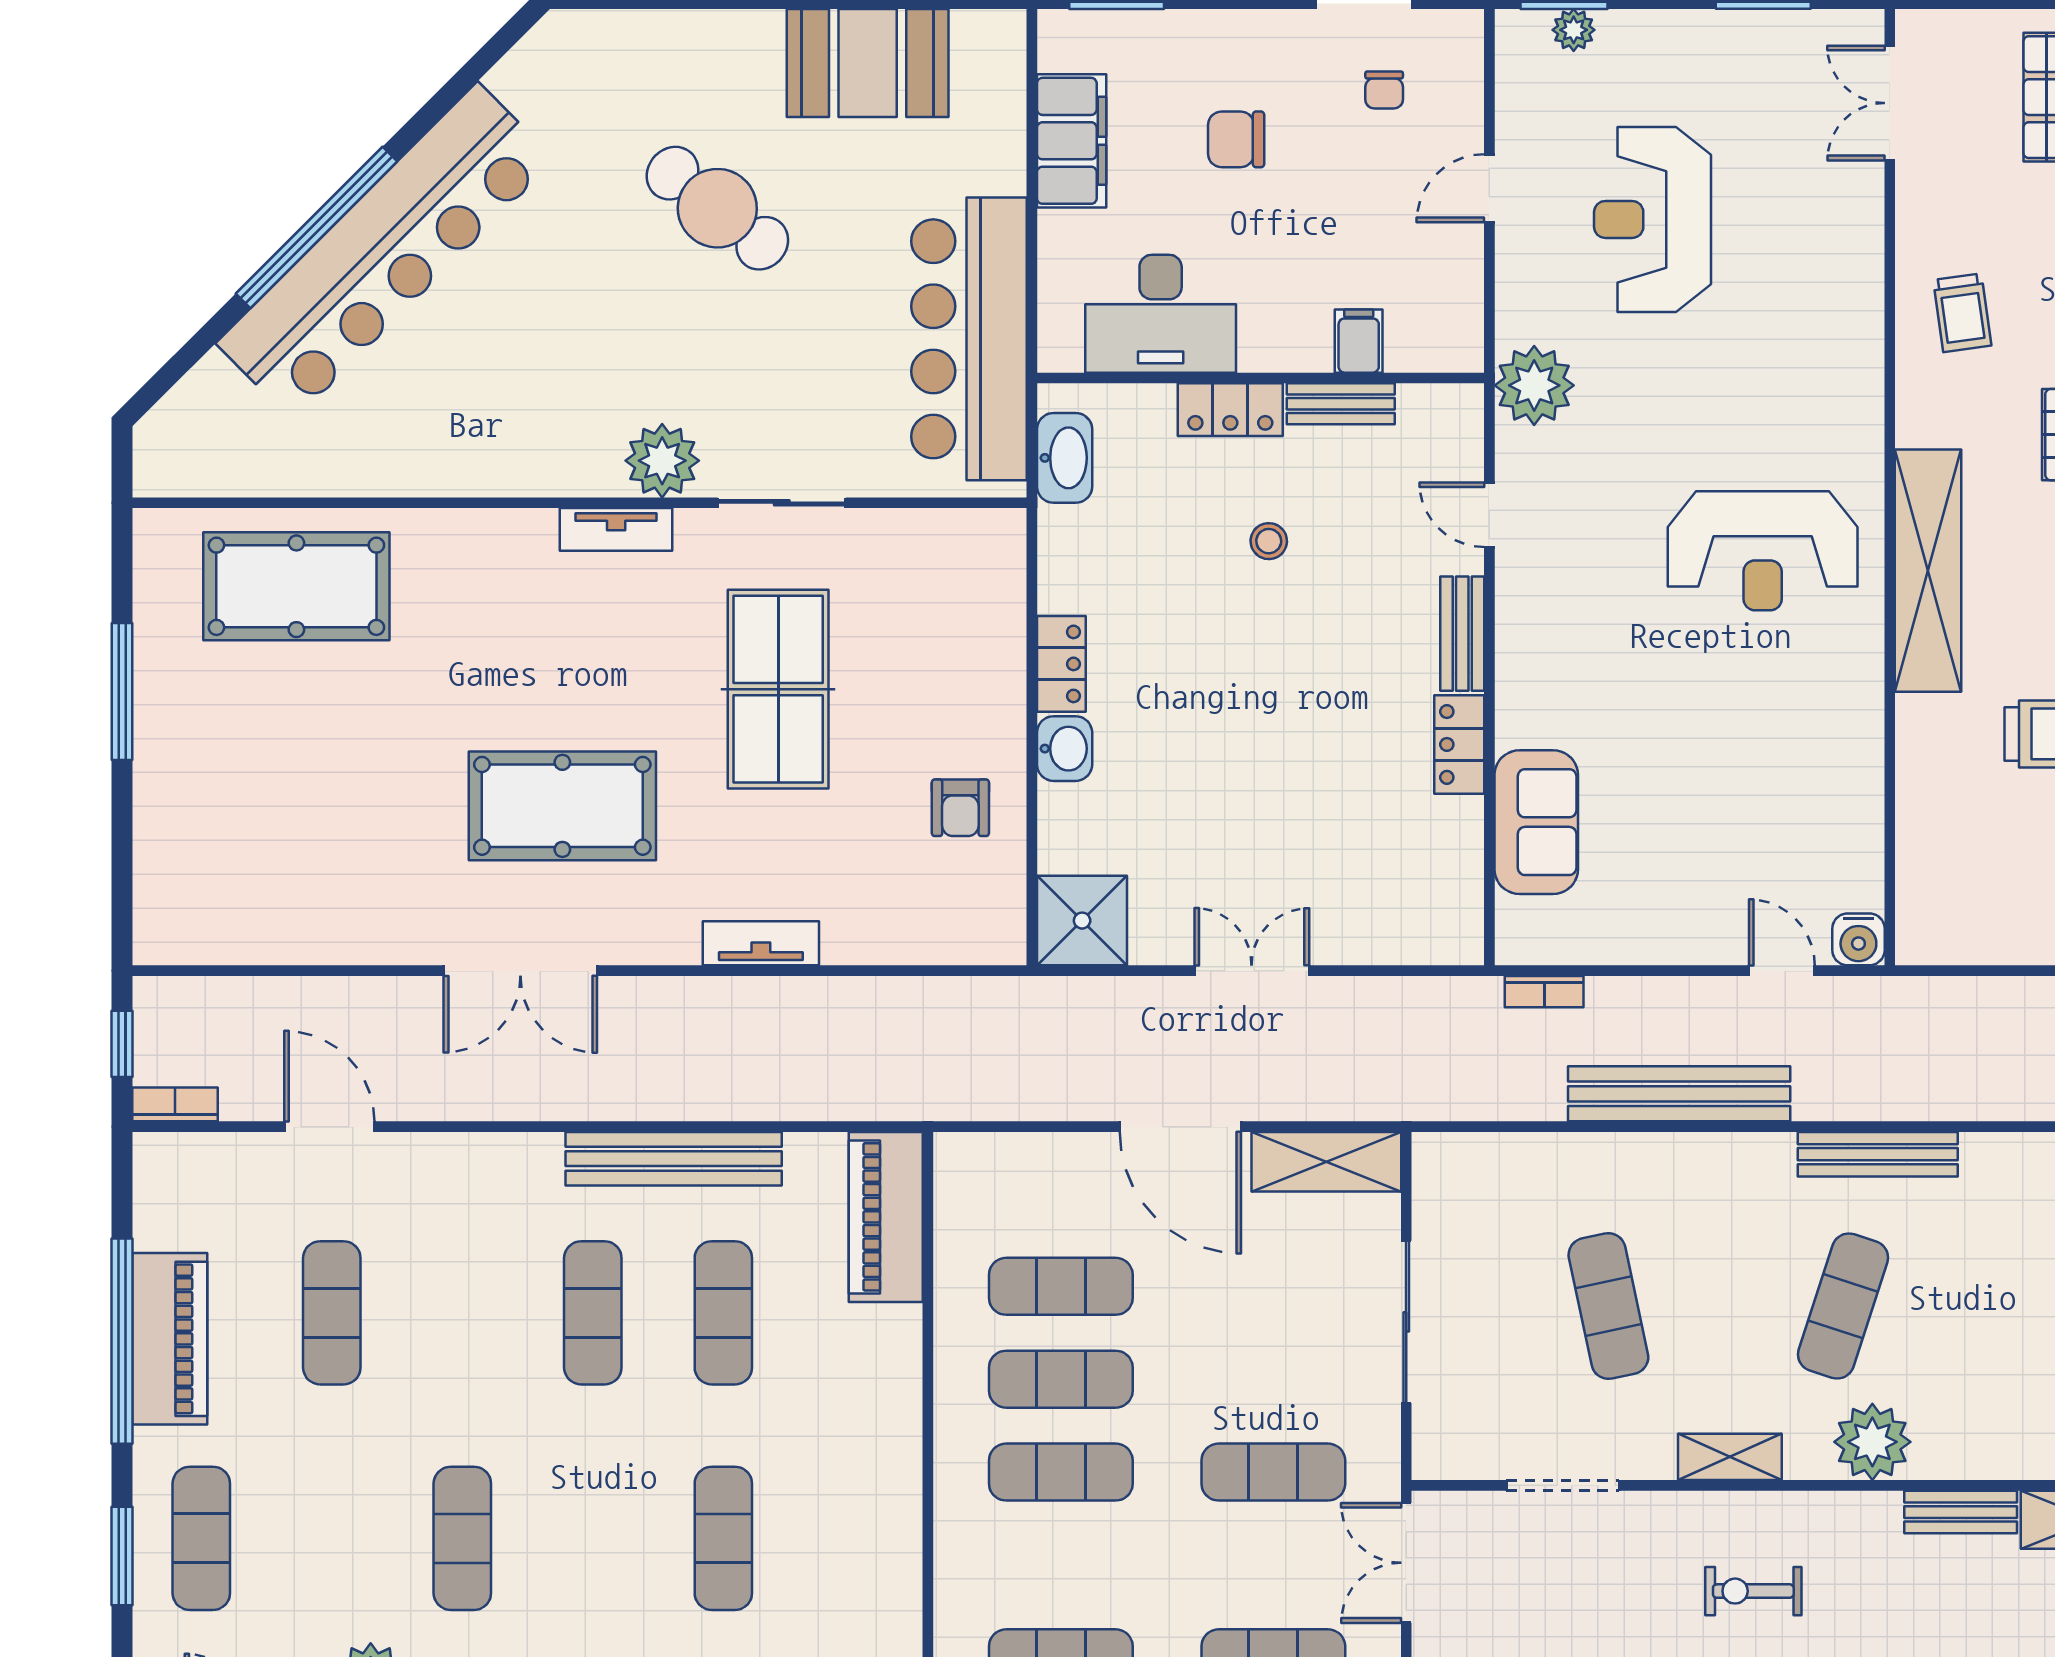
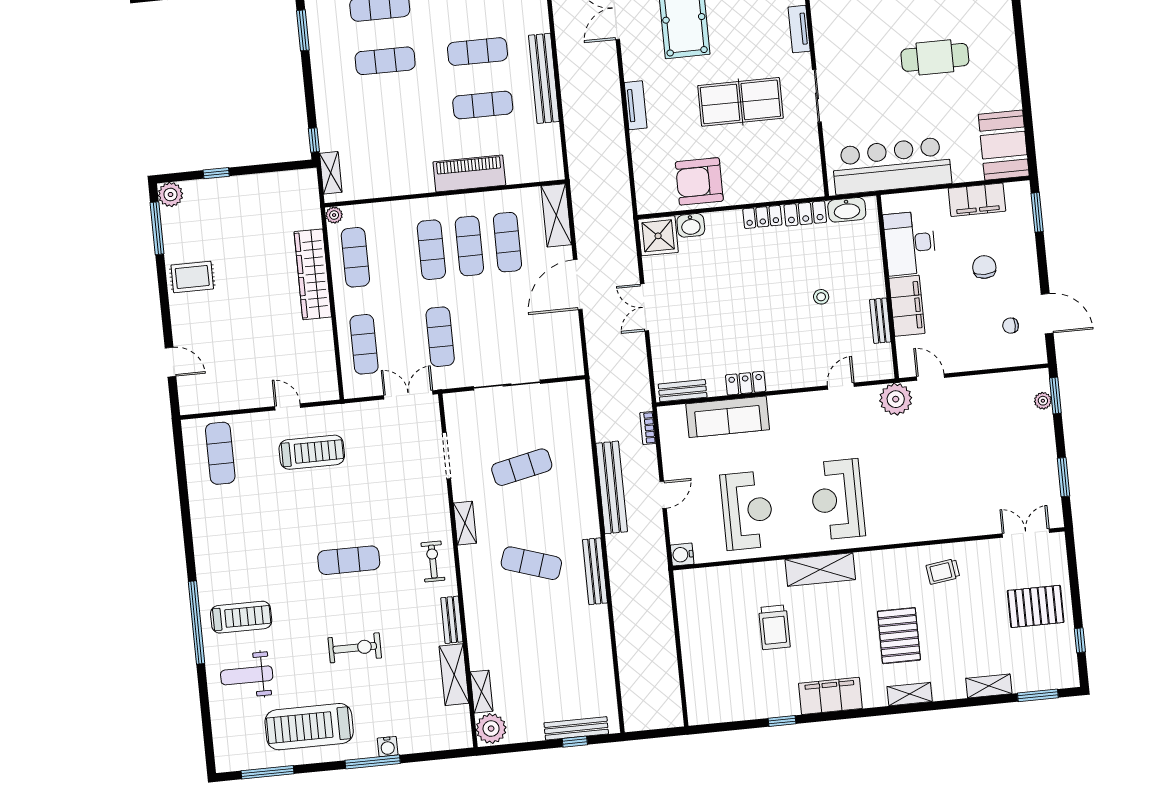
booth: (868, 63) -> (1004, 145), moved
door: (1489, 188) -> (930, 377), moved
cafe table: (717, 208) -> (935, 57), turned 52
reception desk: (1652, 219) -> (747, 510), moved, turned 90
filing cabinet: (1359, 341) -> (907, 306), width x3.00, depth x1.17
locker: (1230, 410) -> (805, 214), moved, turned -90
plant: (662, 461) -> (829, 45), removed
shelving: (1928, 571) -> (820, 570), width x0.68
bench: (1462, 634) -> (683, 391), moved
washbasin: (1065, 749) -> (691, 225), moved
armchair: (960, 808) -> (699, 181), width x1.88, depth x1.88
sofa: (1536, 822) -> (728, 417), width x1.36
double door: (1252, 971) -> (645, 307), swing flipped
door: (1782, 971) -> (663, 495), moved
shelving: (1326, 1162) -> (556, 215), moved
piano: (886, 1217) -> (469, 174), moved
plant: (1872, 1442) -> (477, 581), removed
exercise mat: (723, 1538) -> (385, 61), moved
exercise bike: (1753, 1591) -> (433, 562), moved

